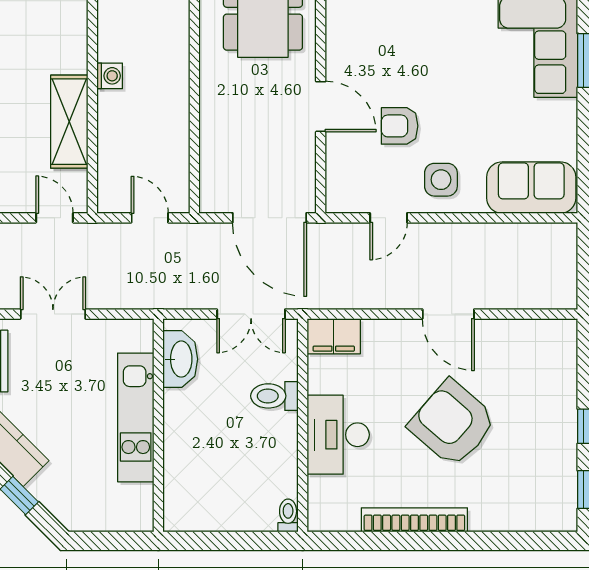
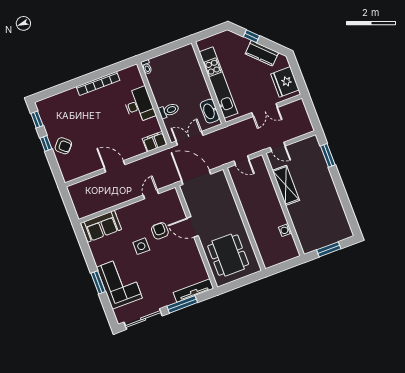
washing machine: (110, 76) -> (285, 230), moved
armchair: (400, 126) -> (160, 231), turned -90
side table: (441, 180) -> (141, 246), moved
kitchen unit: (136, 417) -> (218, 83), width x1.36
armchair: (453, 423) -> (63, 146), moved, width x0.53, depth x0.53

